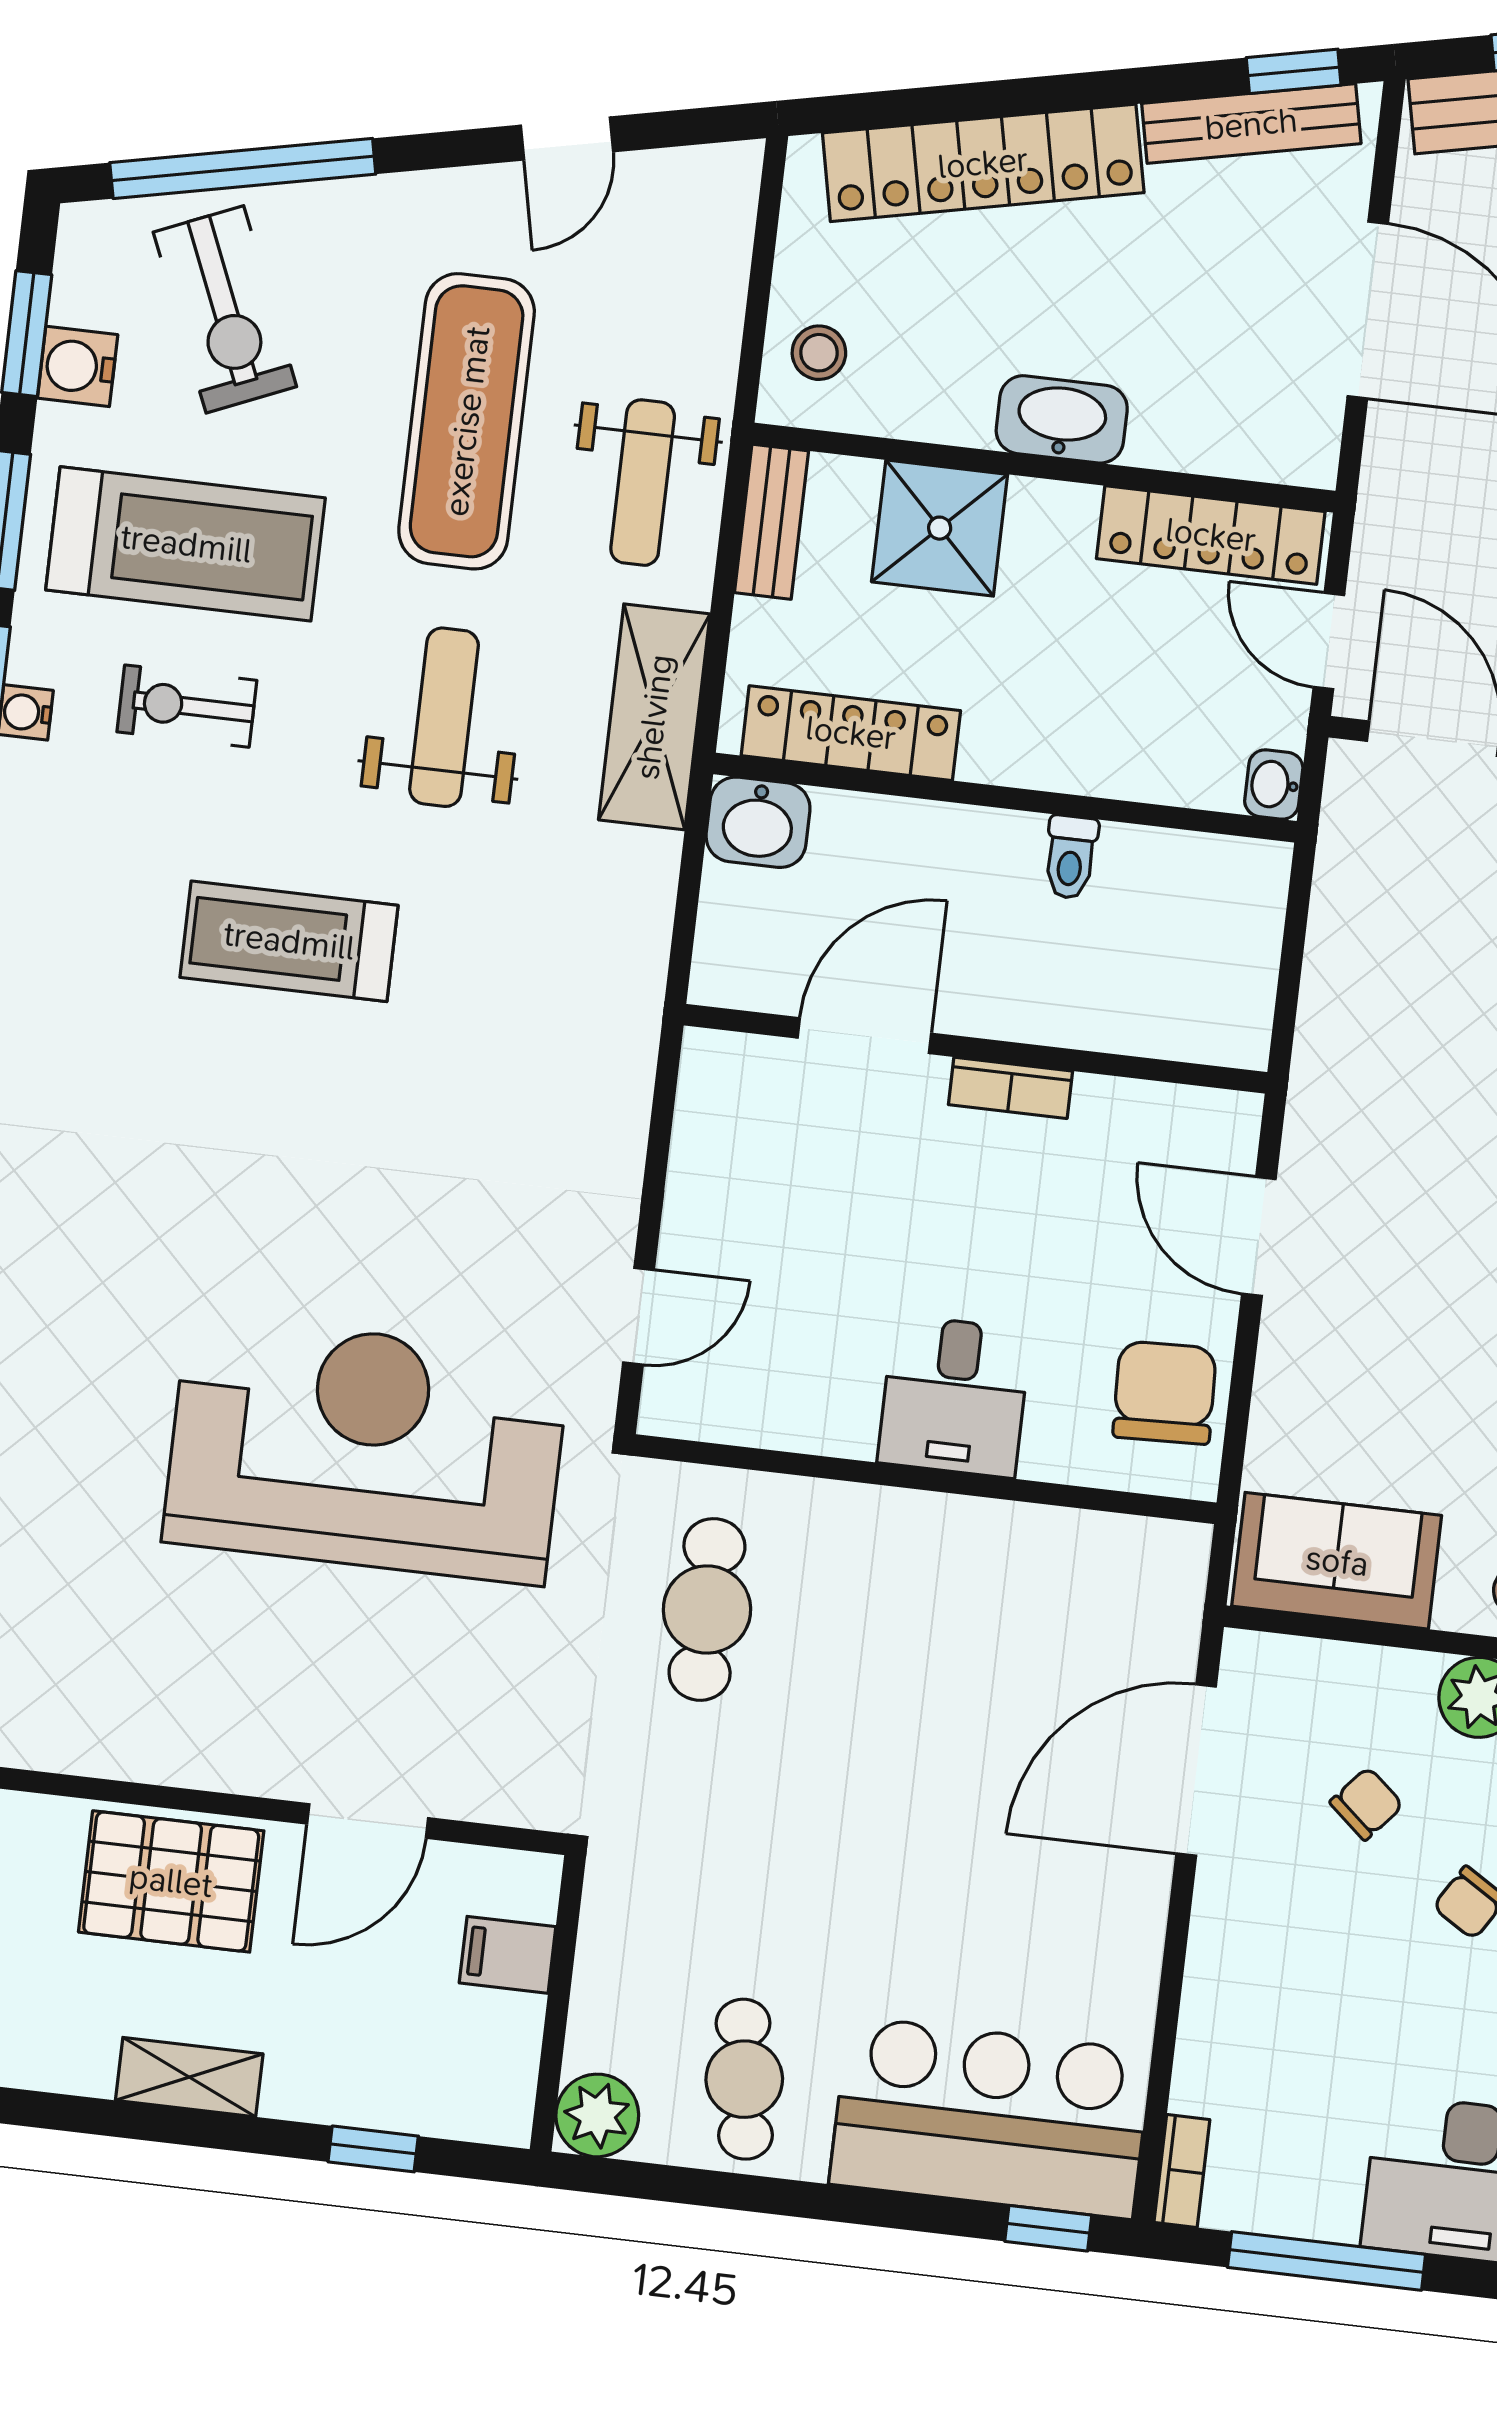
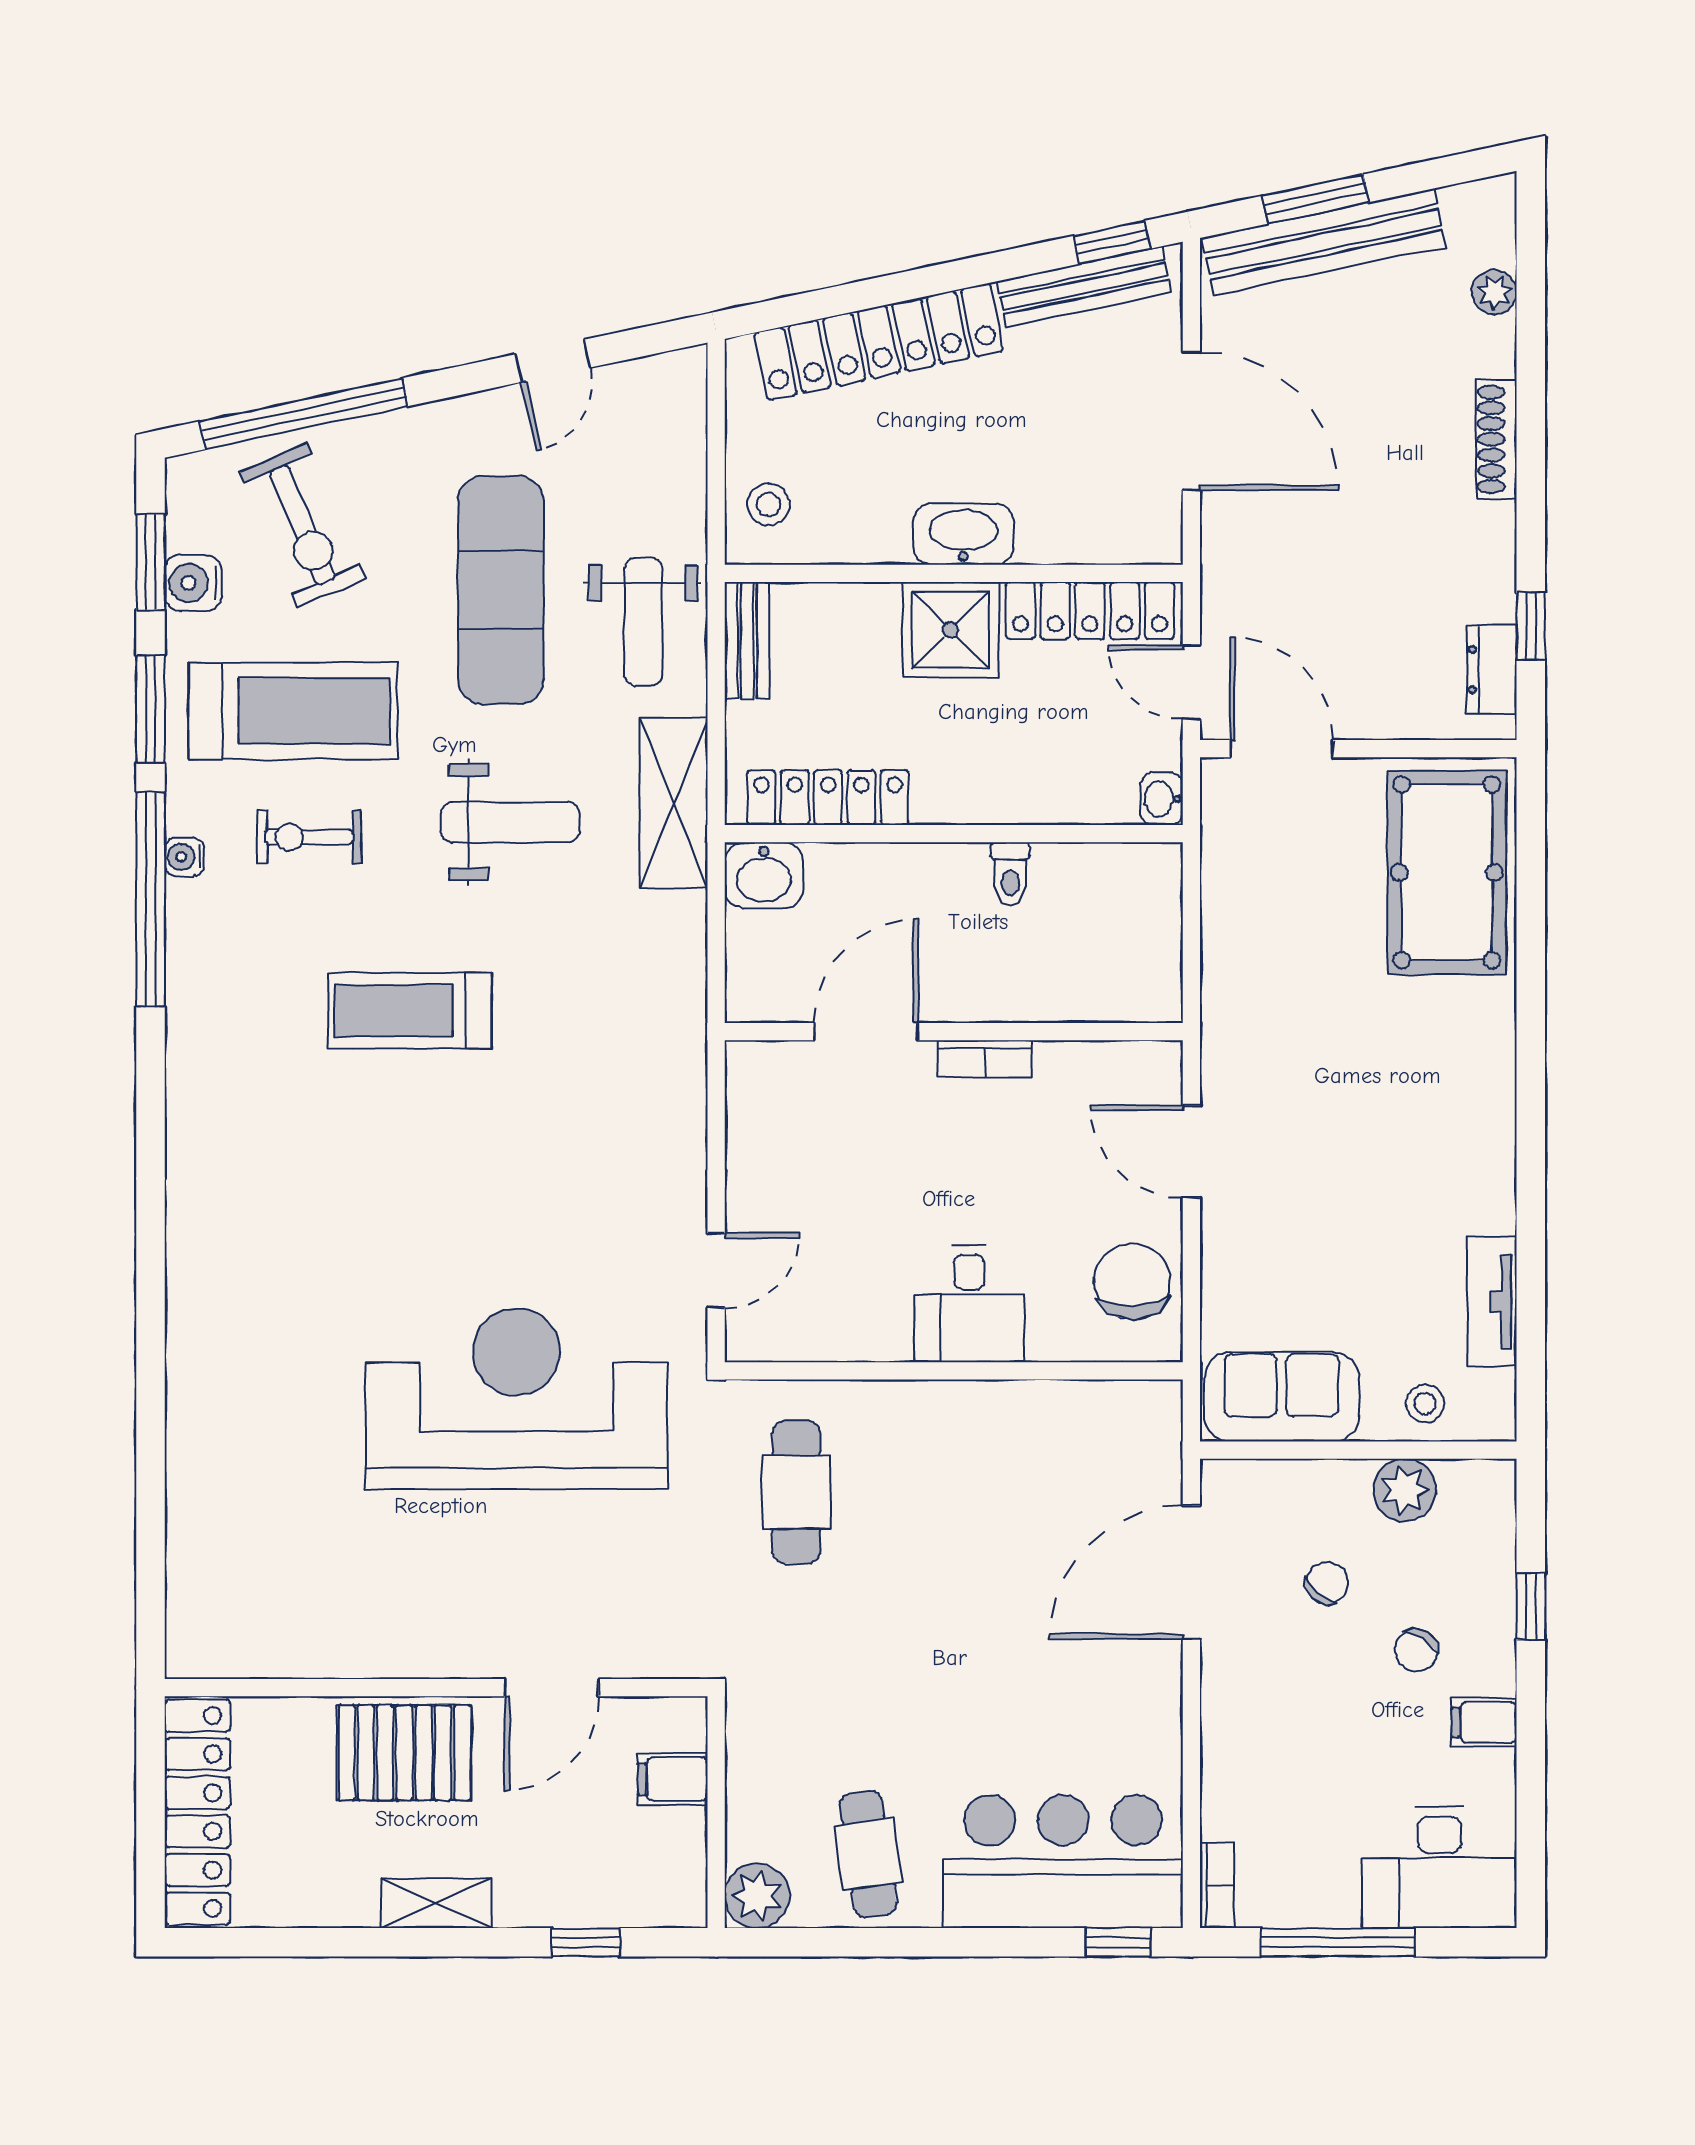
shower: (940, 528) -> (950, 630), moved
weight bench: (444, 717) -> (510, 822), turned 90

